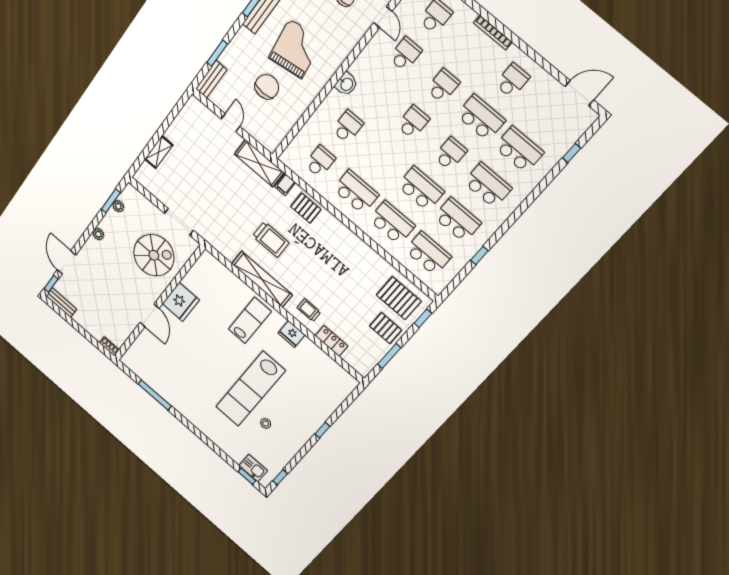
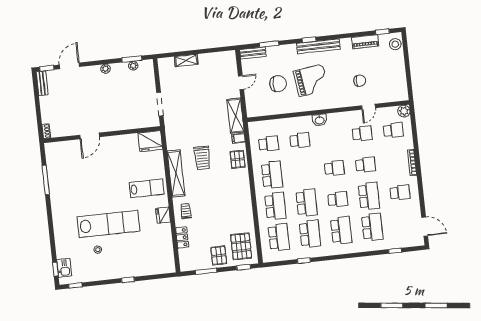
spiral stairs: (154, 255) -> (127, 108), removed
fridge: (181, 302) -> (150, 141), moved
lab bench: (250, 389) -> (108, 224), turned 180

